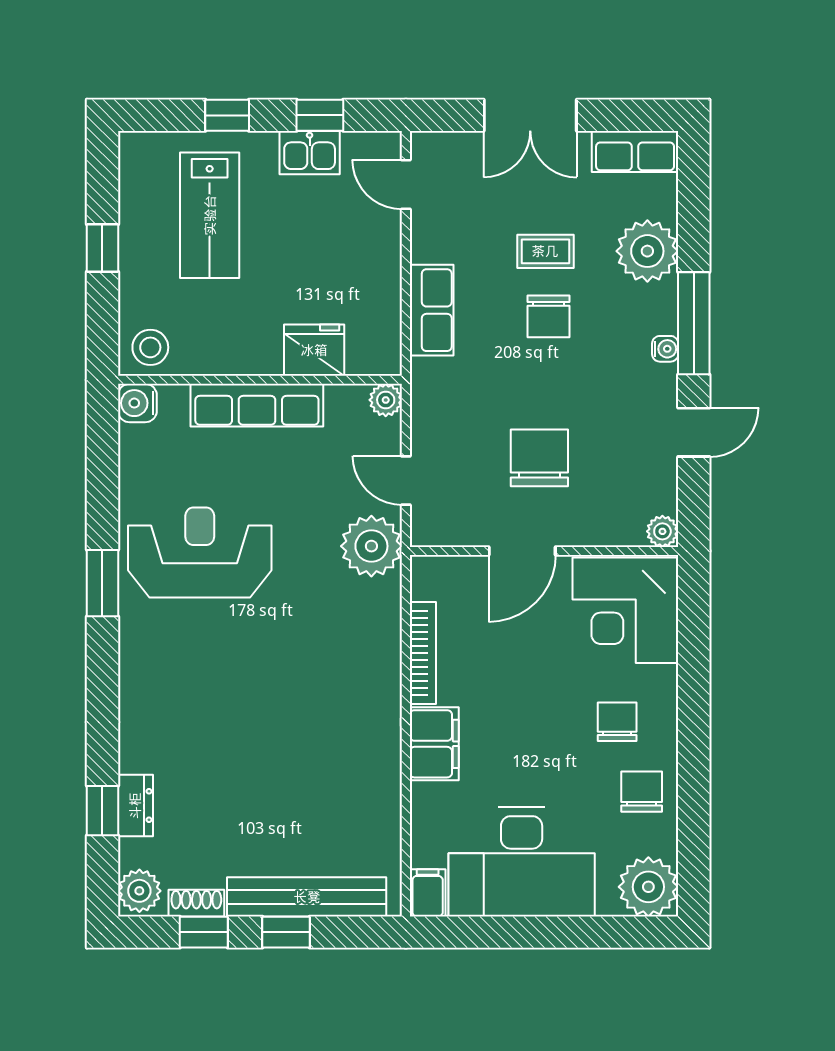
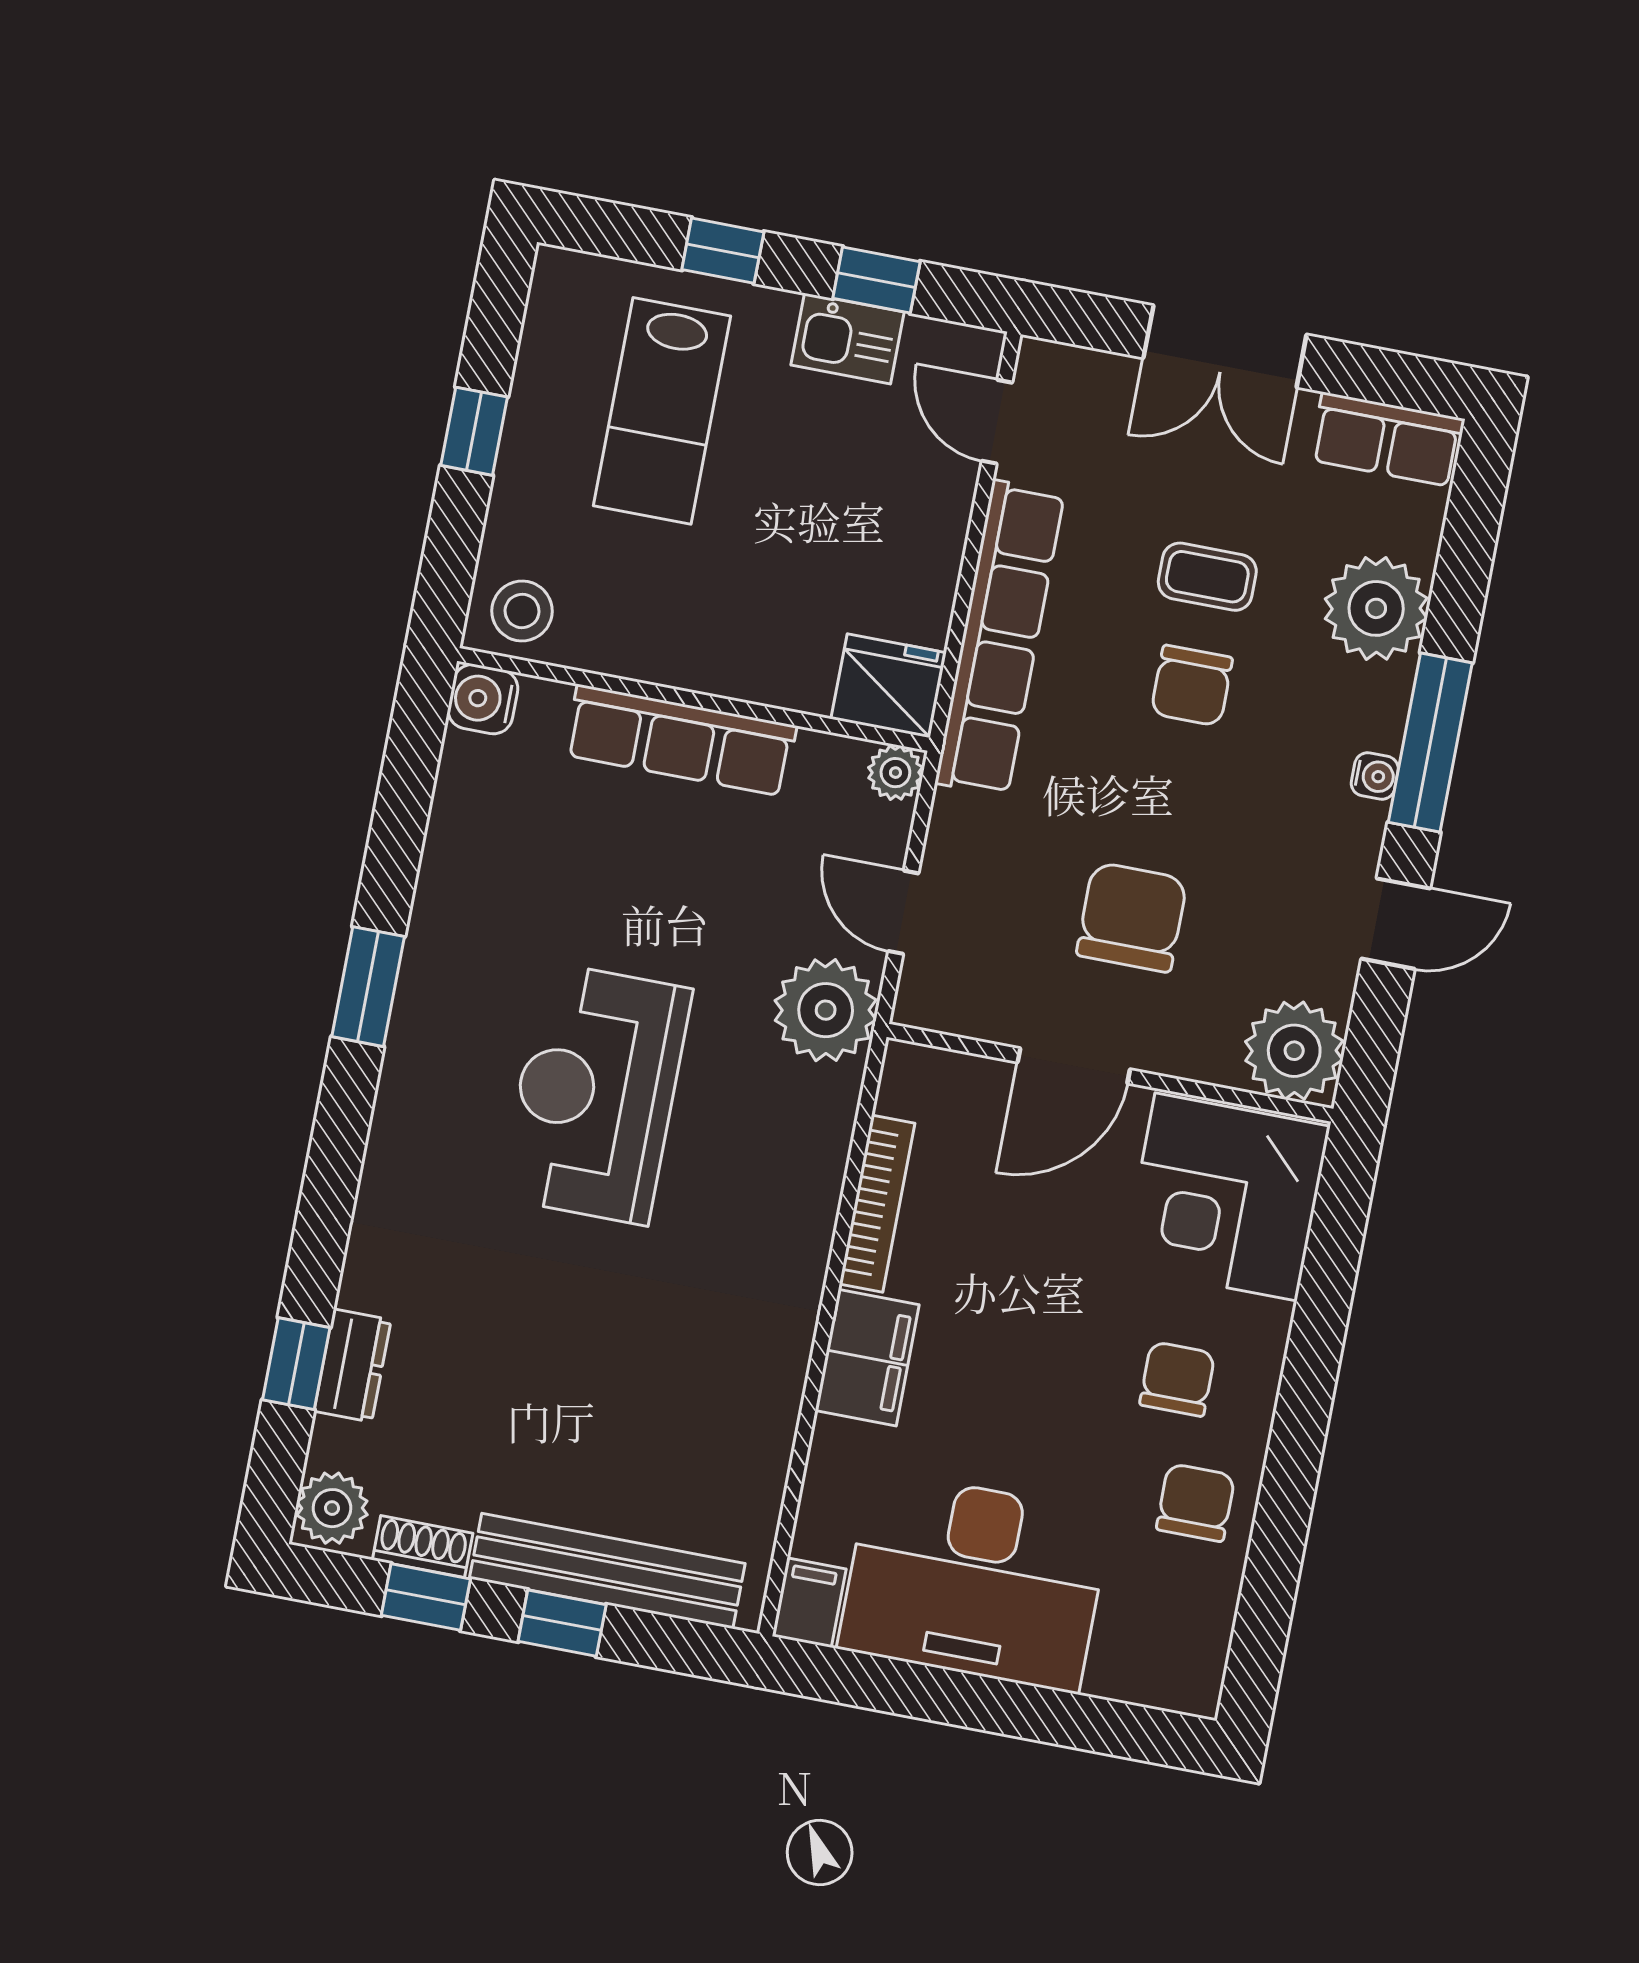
row of seats: (432, 310) -> (1000, 638), width x2.02
fridge: (314, 350) -> (889, 686), moved
plant: (662, 531) -> (1294, 1051), width x1.88, depth x1.88
reception desk: (200, 552) -> (596, 1094), moved, turned -90
plant: (648, 887) -> (1177, 1662), removed

